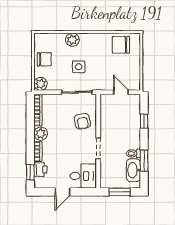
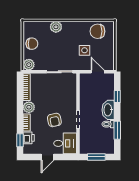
side table: (79, 67) -> (84, 50), moved
armchair: (82, 121) -> (54, 120), moved
washbasin: (133, 170) -> (108, 110), moved

